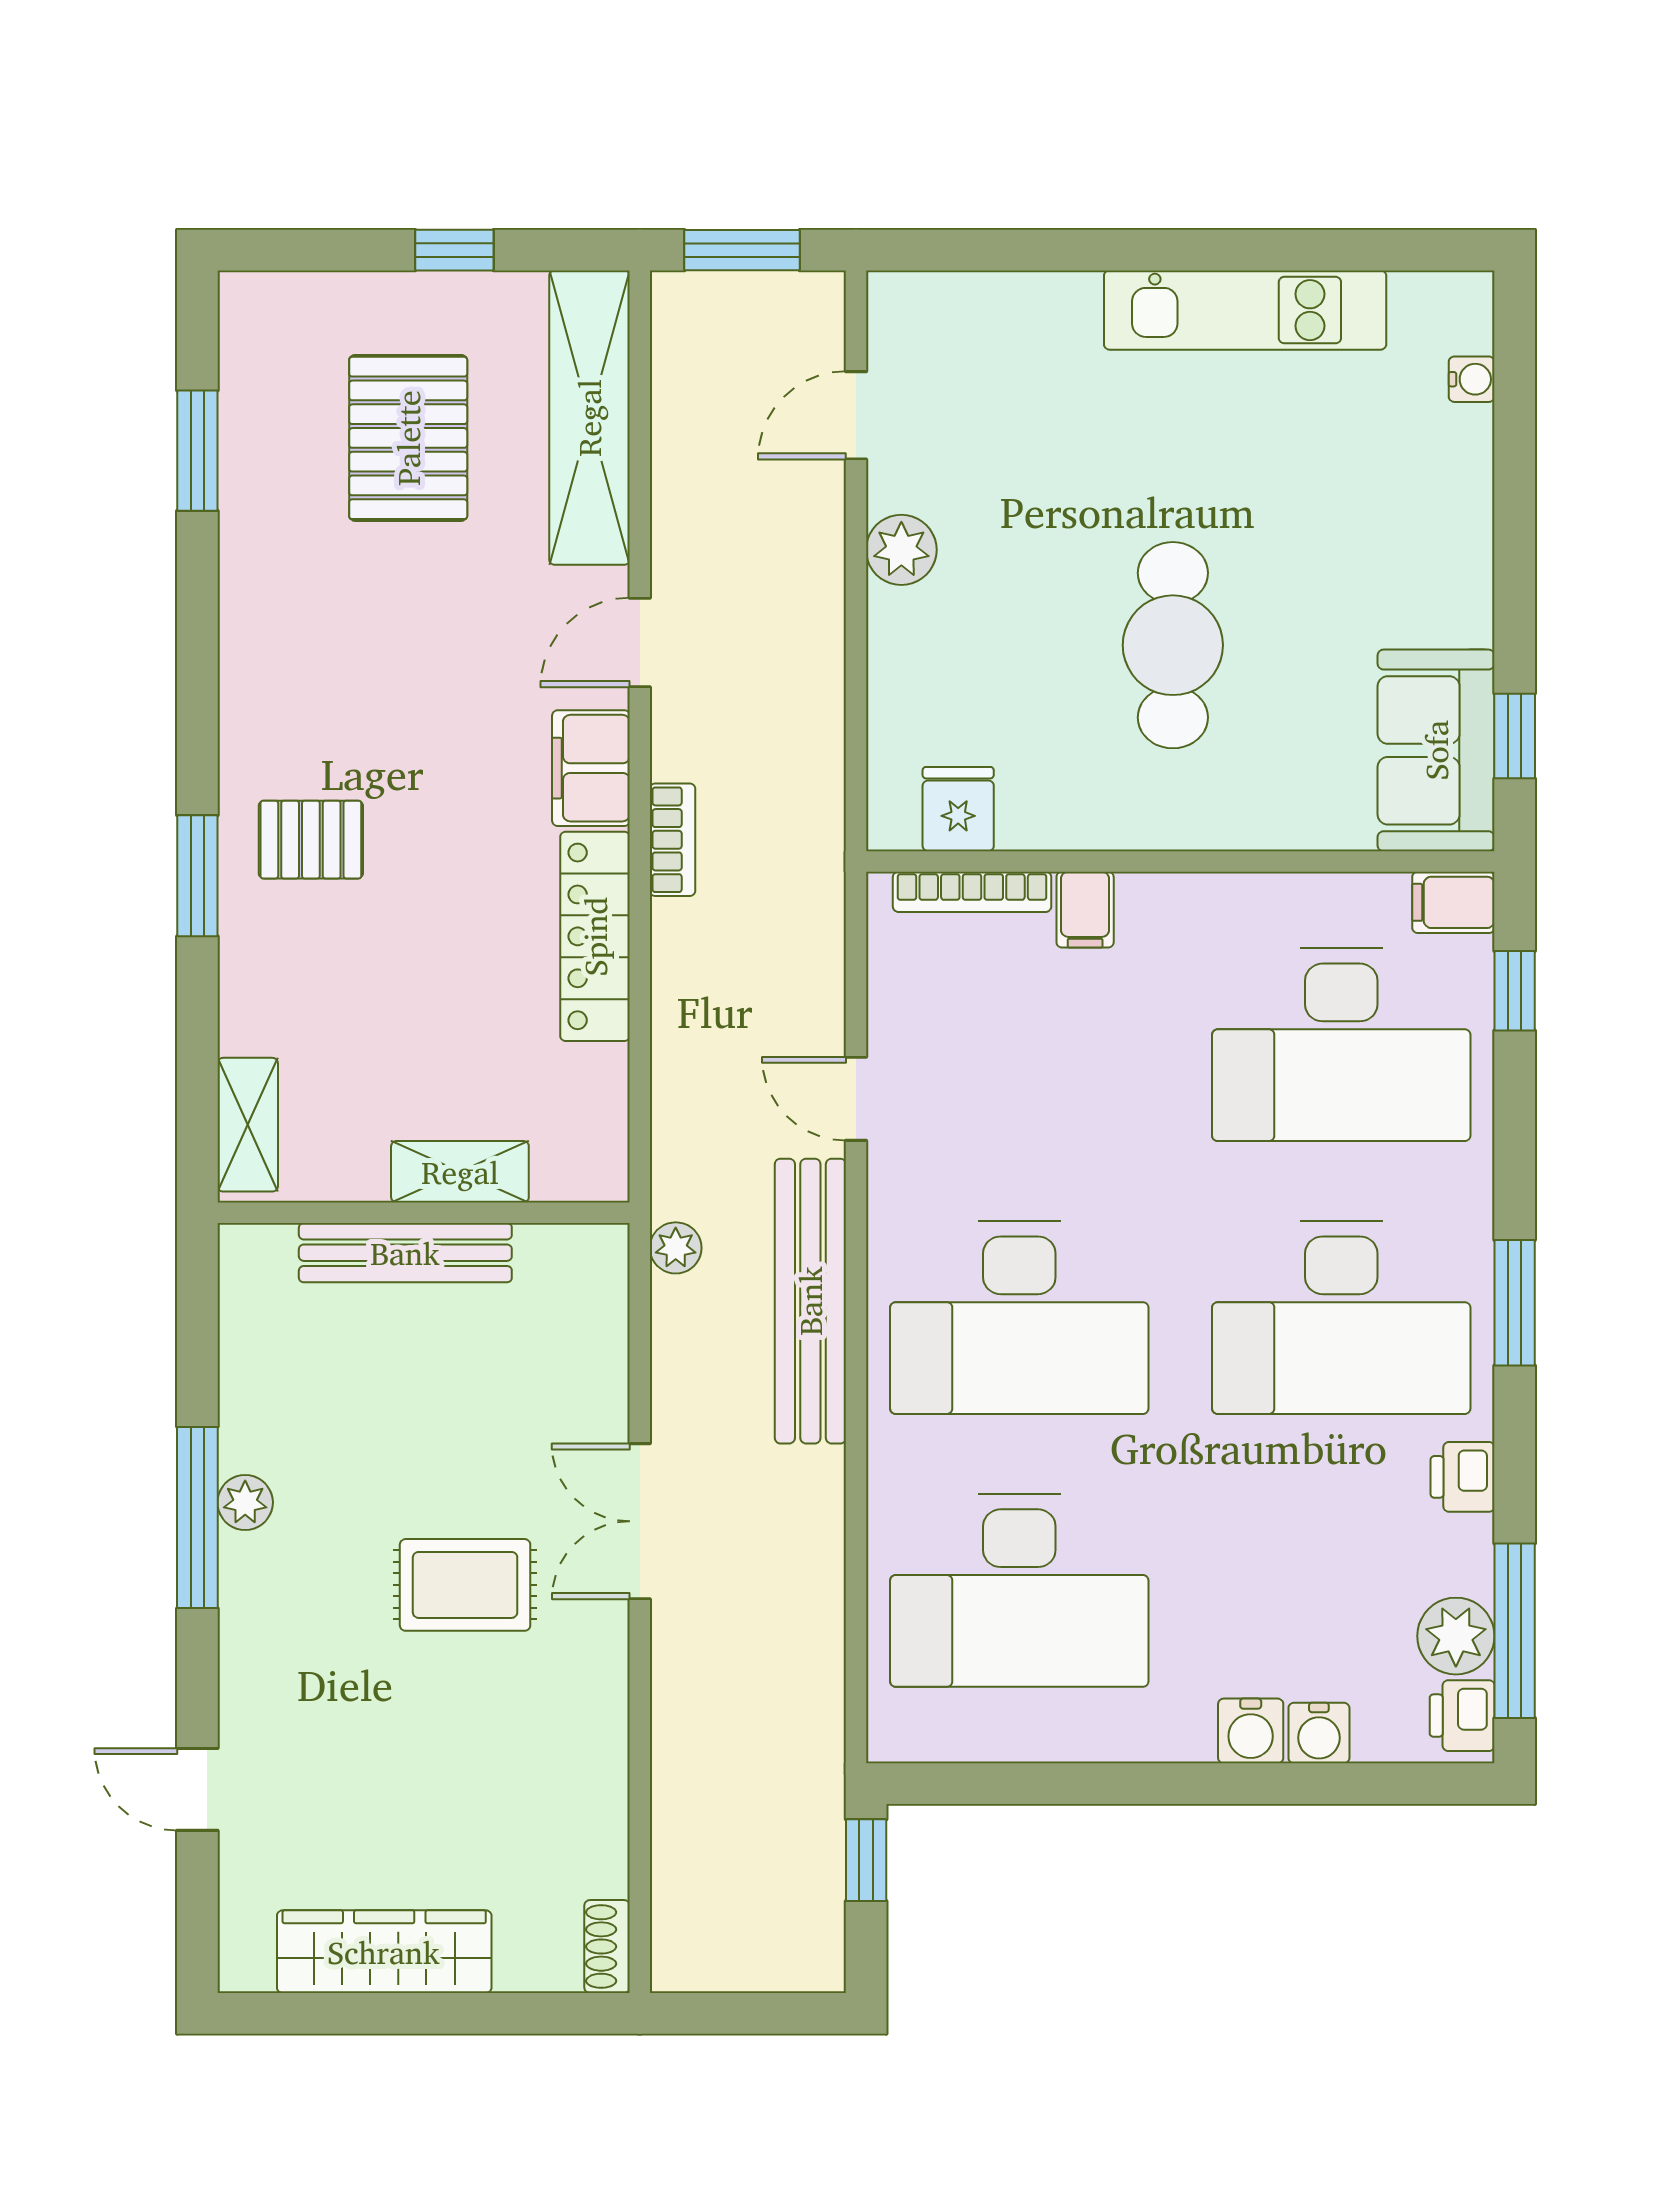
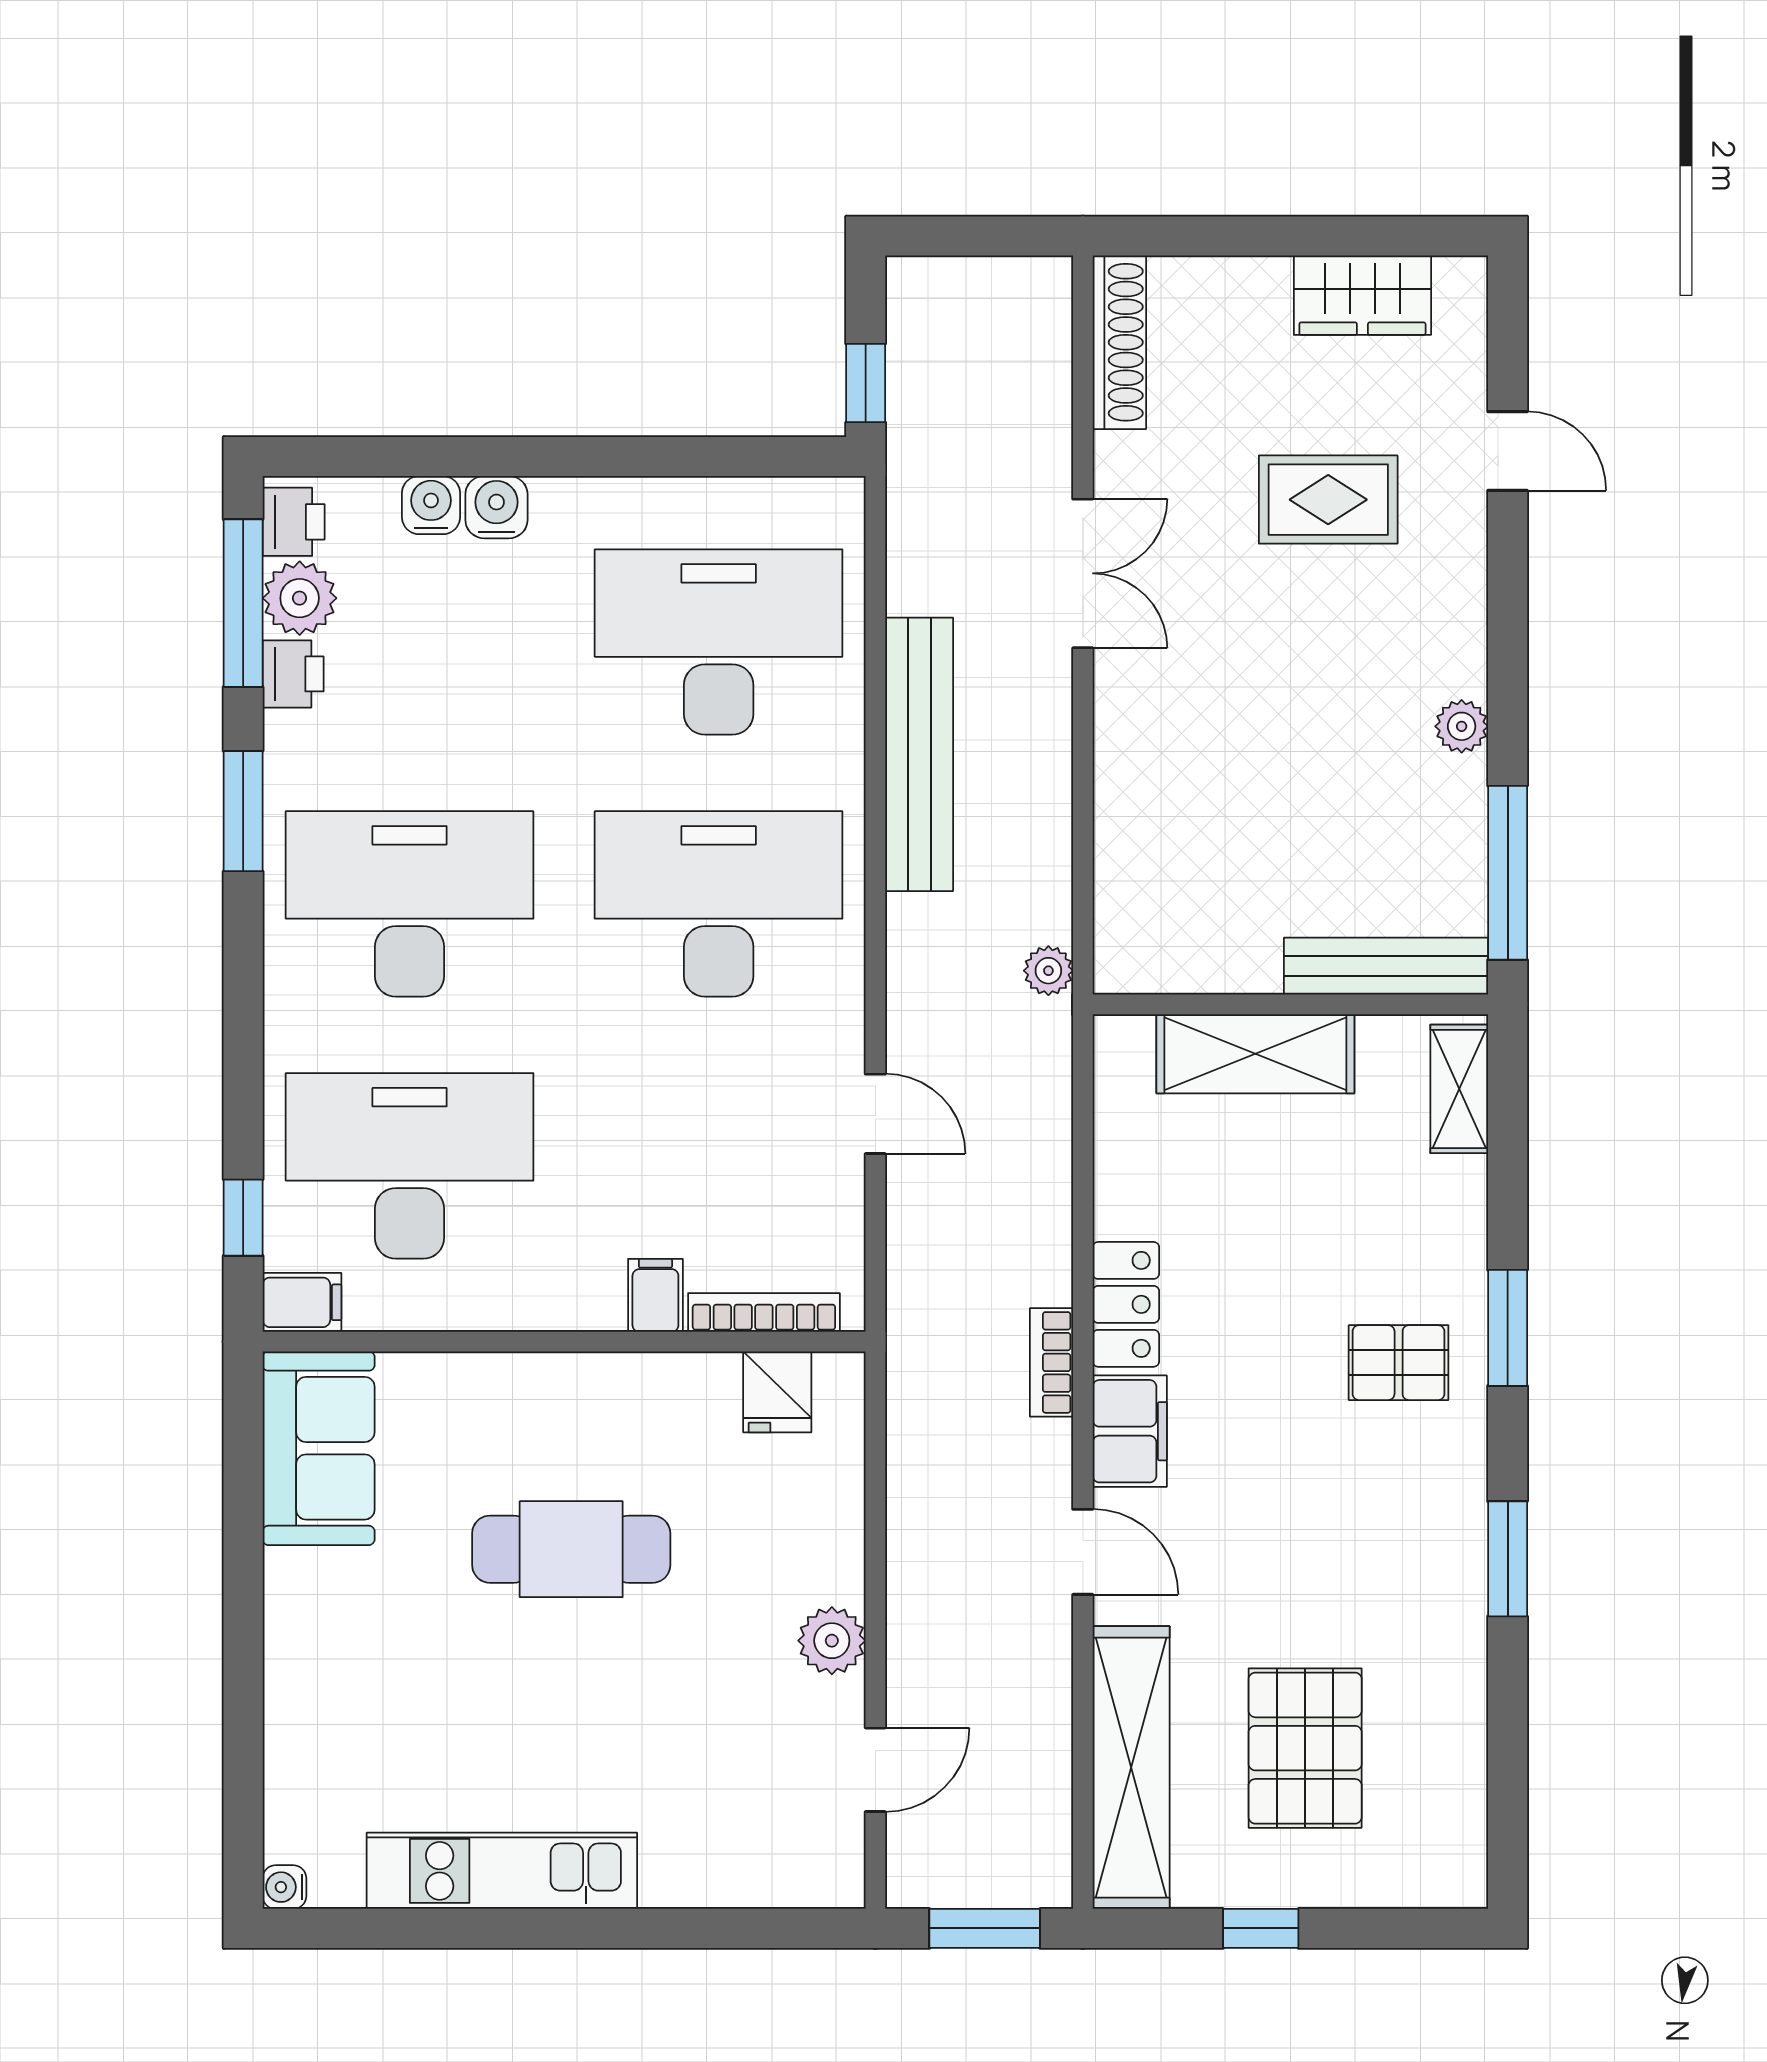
water cooler: (1472, 379) -> (284, 1887), moved
window: (197, 451) -> (1508, 1559), moved
door: (640, 642) -> (1083, 1552), hinge flipped
cafe table: (1173, 645) -> (571, 1549), turned 90
window: (1515, 736) -> (243, 1462), removed
locker: (595, 936) -> (1126, 1304), width x0.66
shelving: (460, 1172) -> (1255, 1054), width x1.50, depth x1.33
bench: (405, 1253) -> (1386, 966), moved
bench: (810, 1301) -> (919, 754), moved
window: (1515, 1303) -> (243, 811), moved
printer: (1463, 1477) -> (293, 674), moved
window: (197, 1518) -> (1508, 873), moved
double door: (640, 1521) -> (1083, 573), moved
rug: (465, 1585) -> (1328, 500), moved
shoe rack: (607, 1947) -> (1119, 342), width x1.94, depth x1.24
wardrobe: (384, 1952) -> (1362, 295), width x0.67

